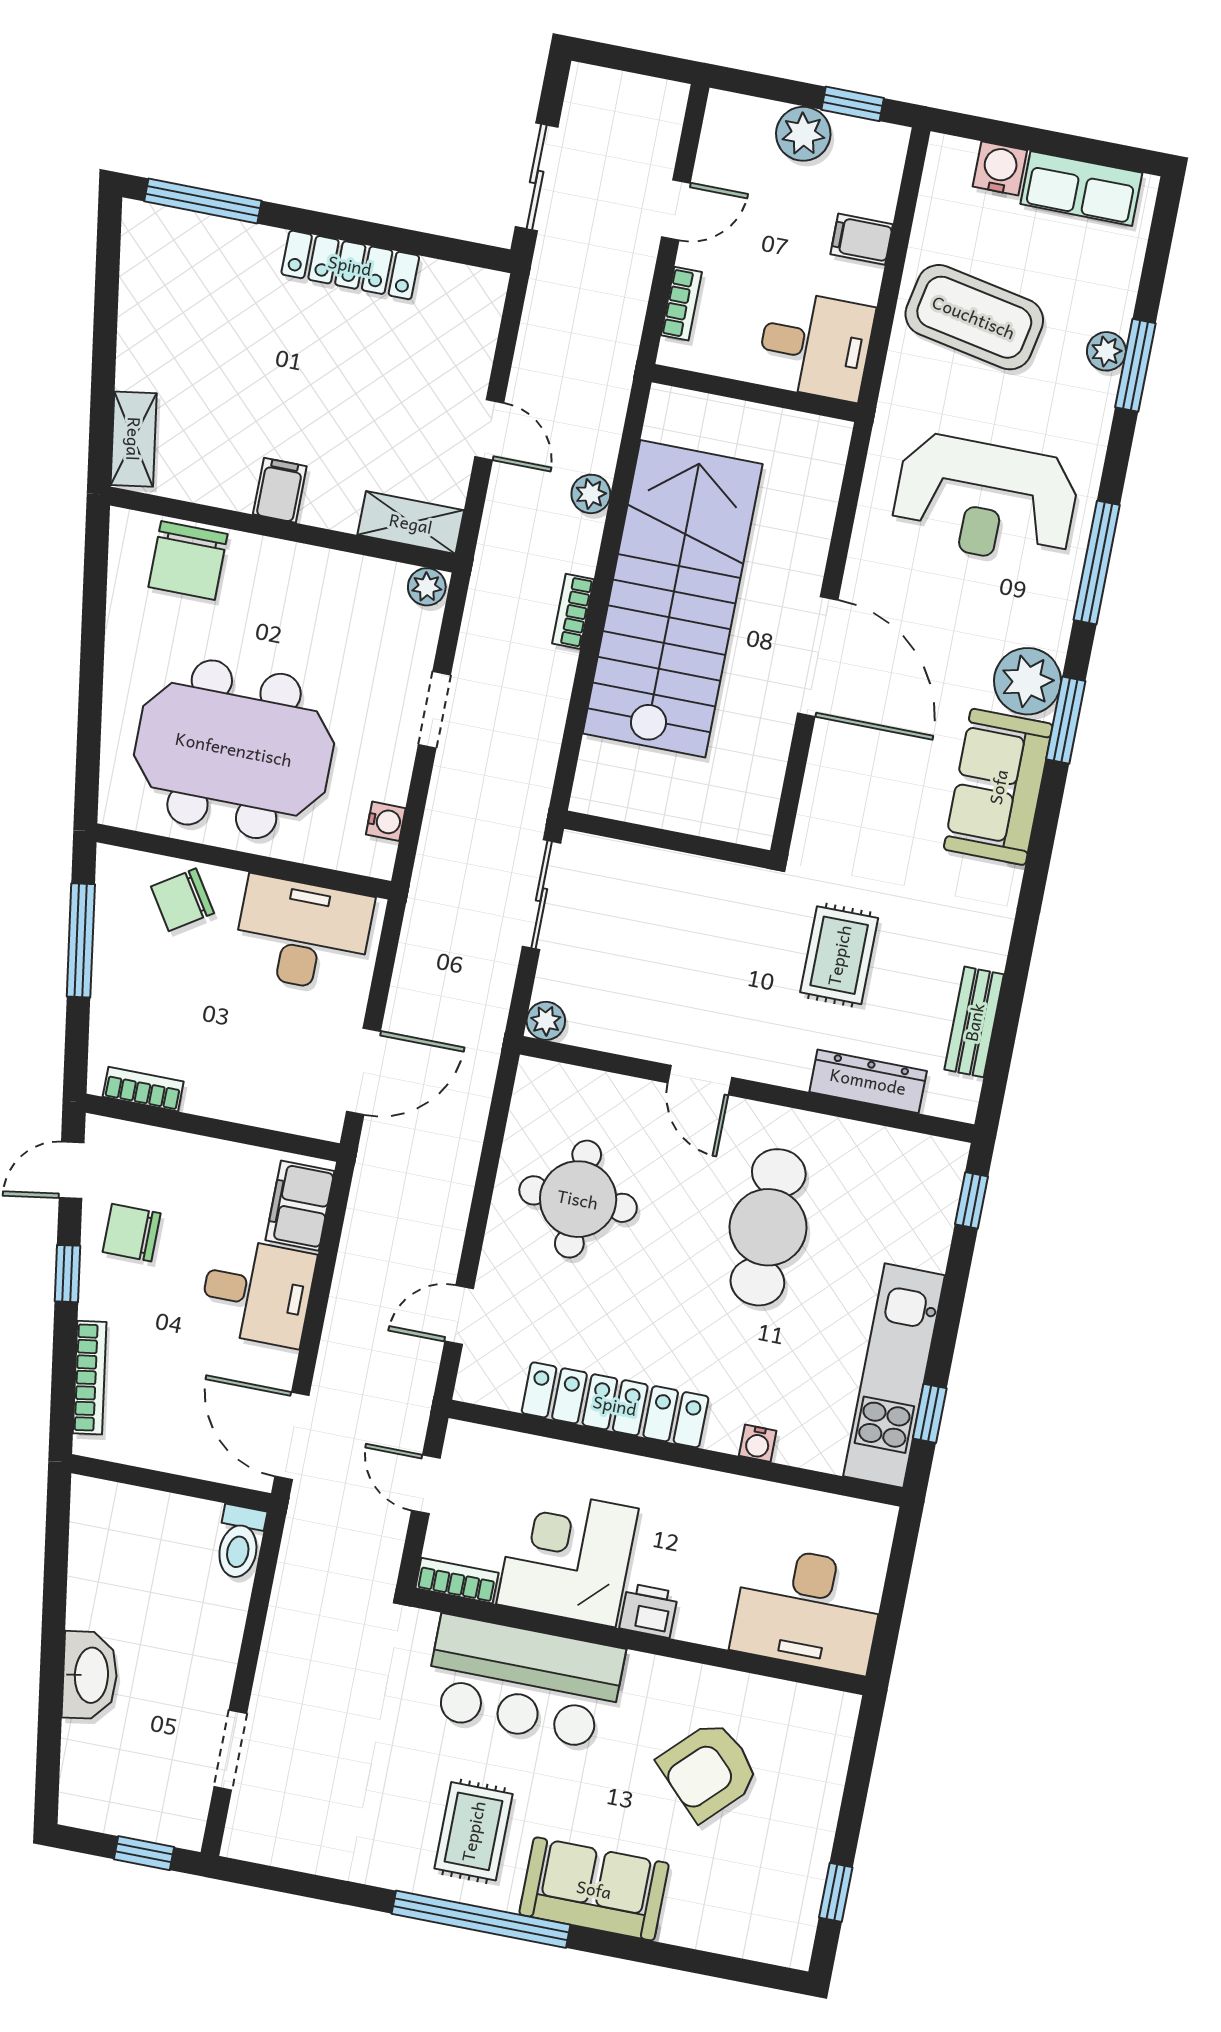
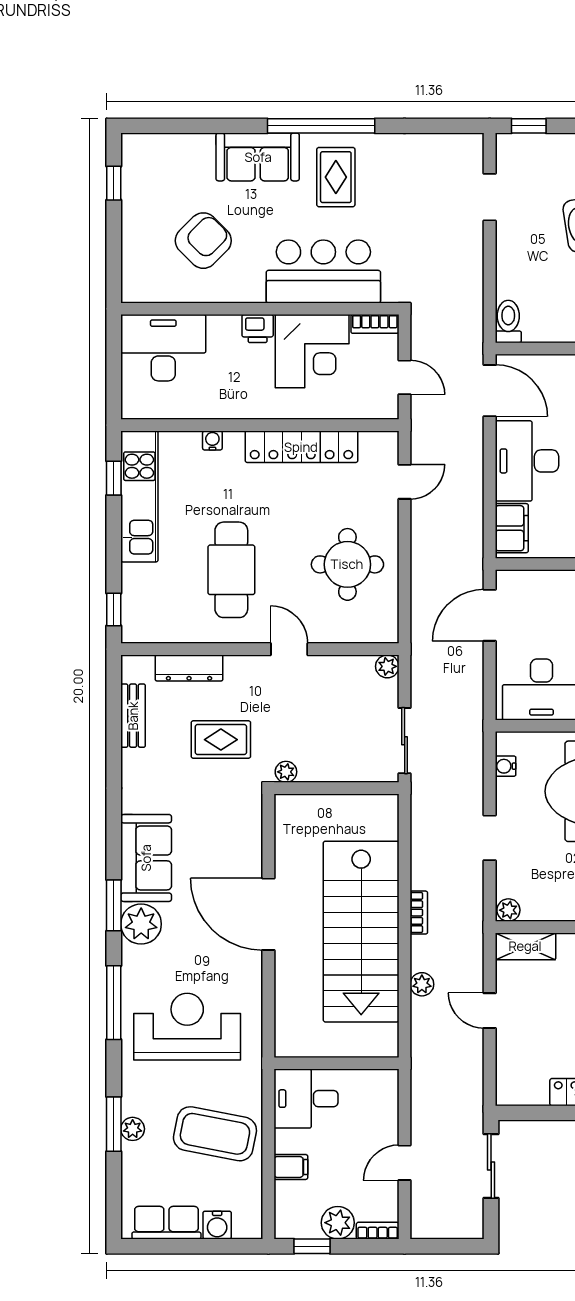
bookcase: (681, 304) -> (378, 1231), moved, turned 90
plant: (744, 882) -> (286, 772), added
rug: (839, 955) -> (221, 740), turned 90
desk: (257, 1292) -> (527, 461), width x1.37

